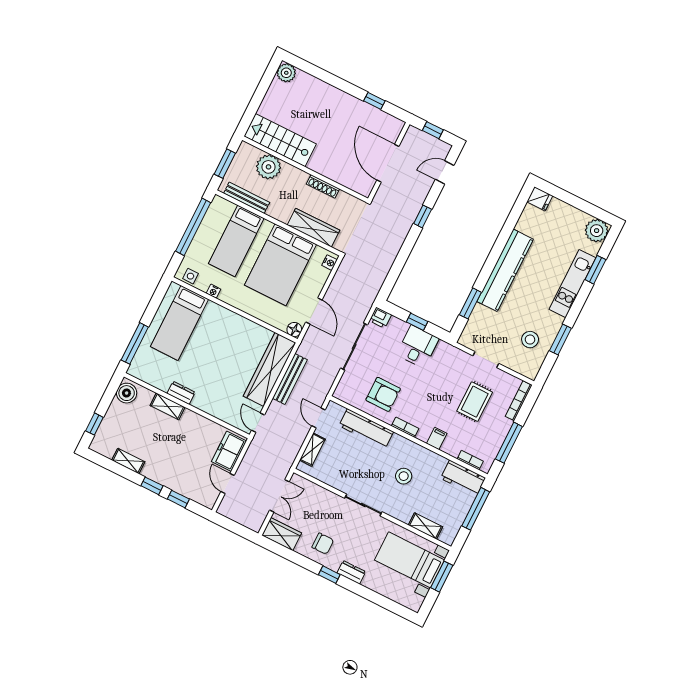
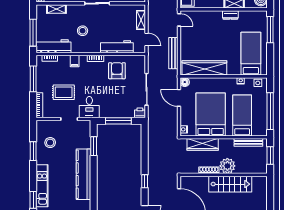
stairs: (280, 140) -> (230, 184), moved
plant: (269, 167) -> (227, 166), moved
window: (417, 322) -> (118, 121), width x2.17
desk: (418, 347) -> (89, 107), moved
wardrobe: (270, 369) -> (204, 68), moved, turned -90
armchair: (383, 394) -> (117, 71), turned 90
rug: (475, 402) -> (64, 92), turned 90
workbench: (463, 478) -> (54, 46), width x1.38

